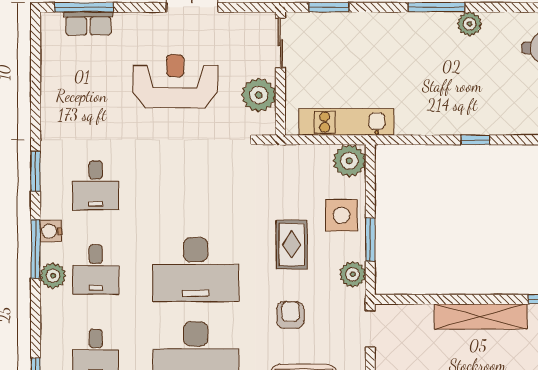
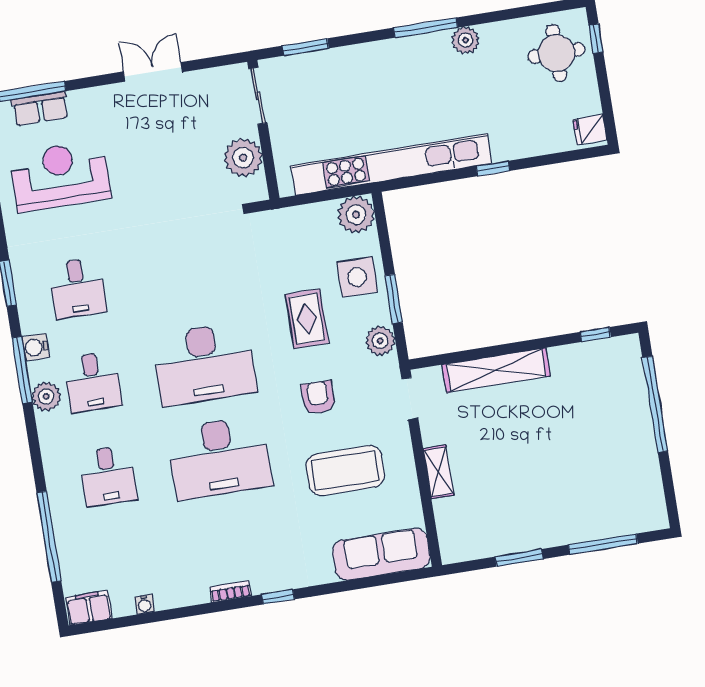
reception desk: (175, 81) -> (60, 176), moved
kitchen unit: (346, 122) -> (391, 165), width x1.86
shelving: (481, 316) -> (496, 370), moved

